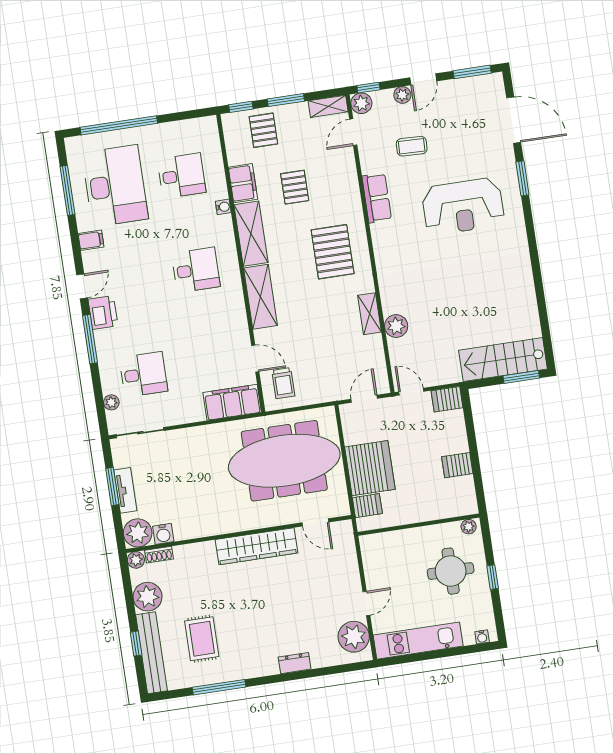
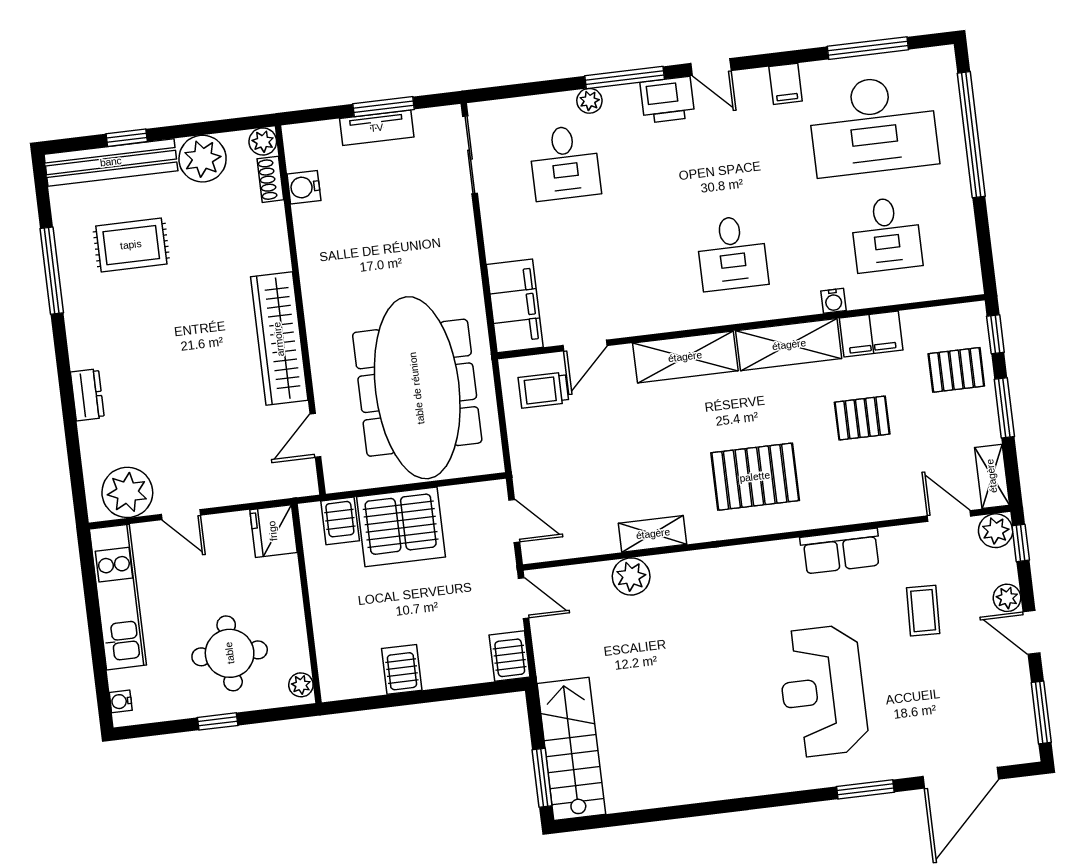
door: (411, 392) -> (524, 598), hinge flipped
plant: (111, 402) -> (589, 101), moved
plant: (138, 533) -> (307, 146), removed
fridge: (375, 546) -> (273, 531), added

